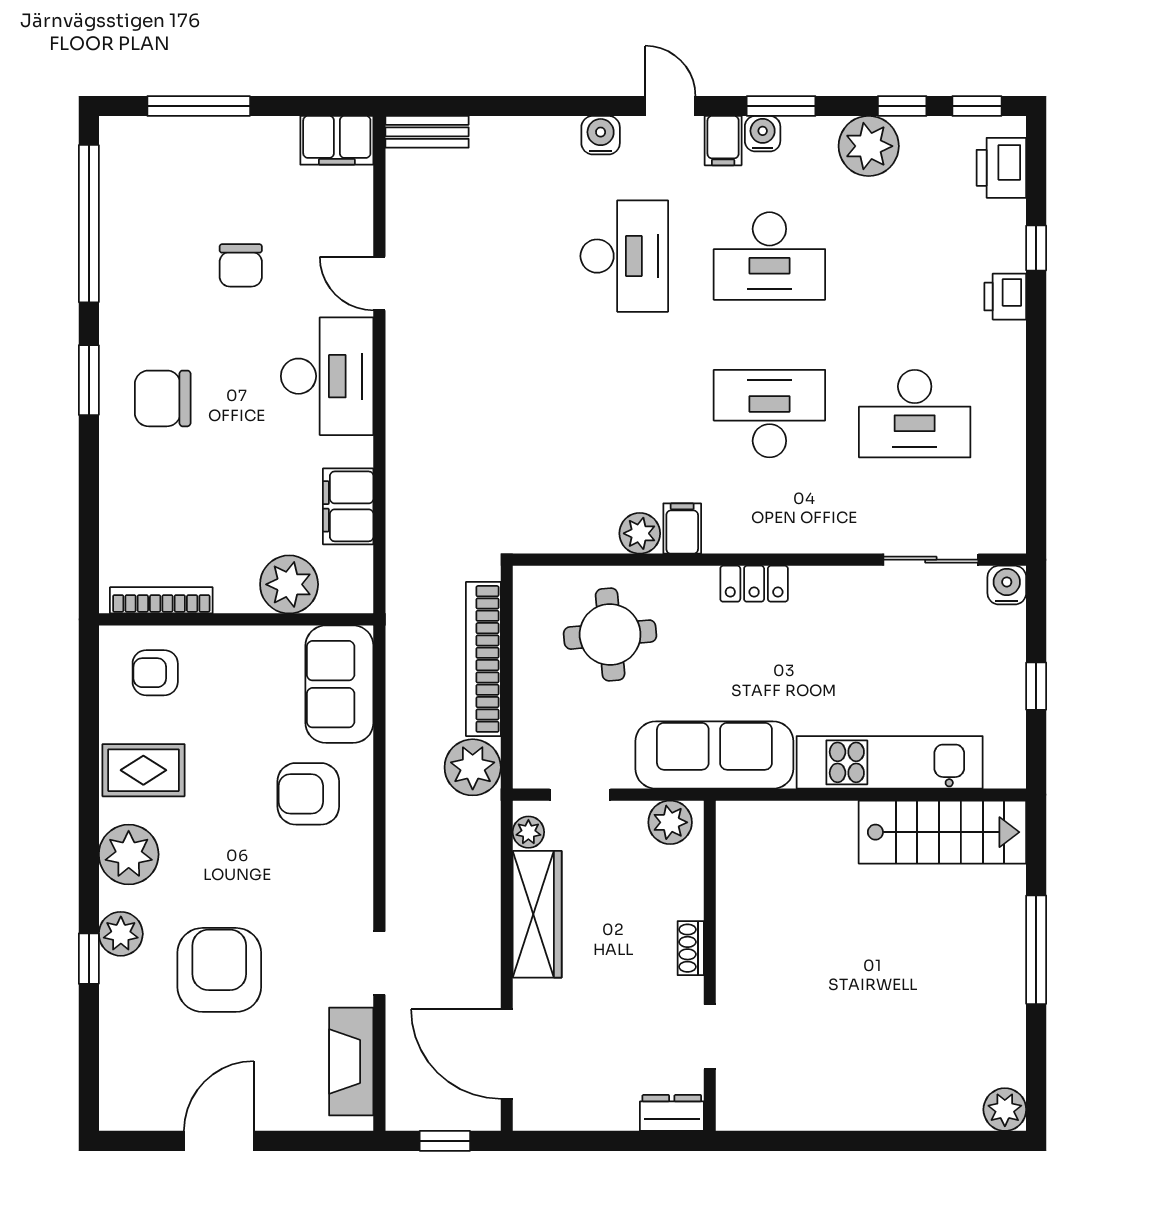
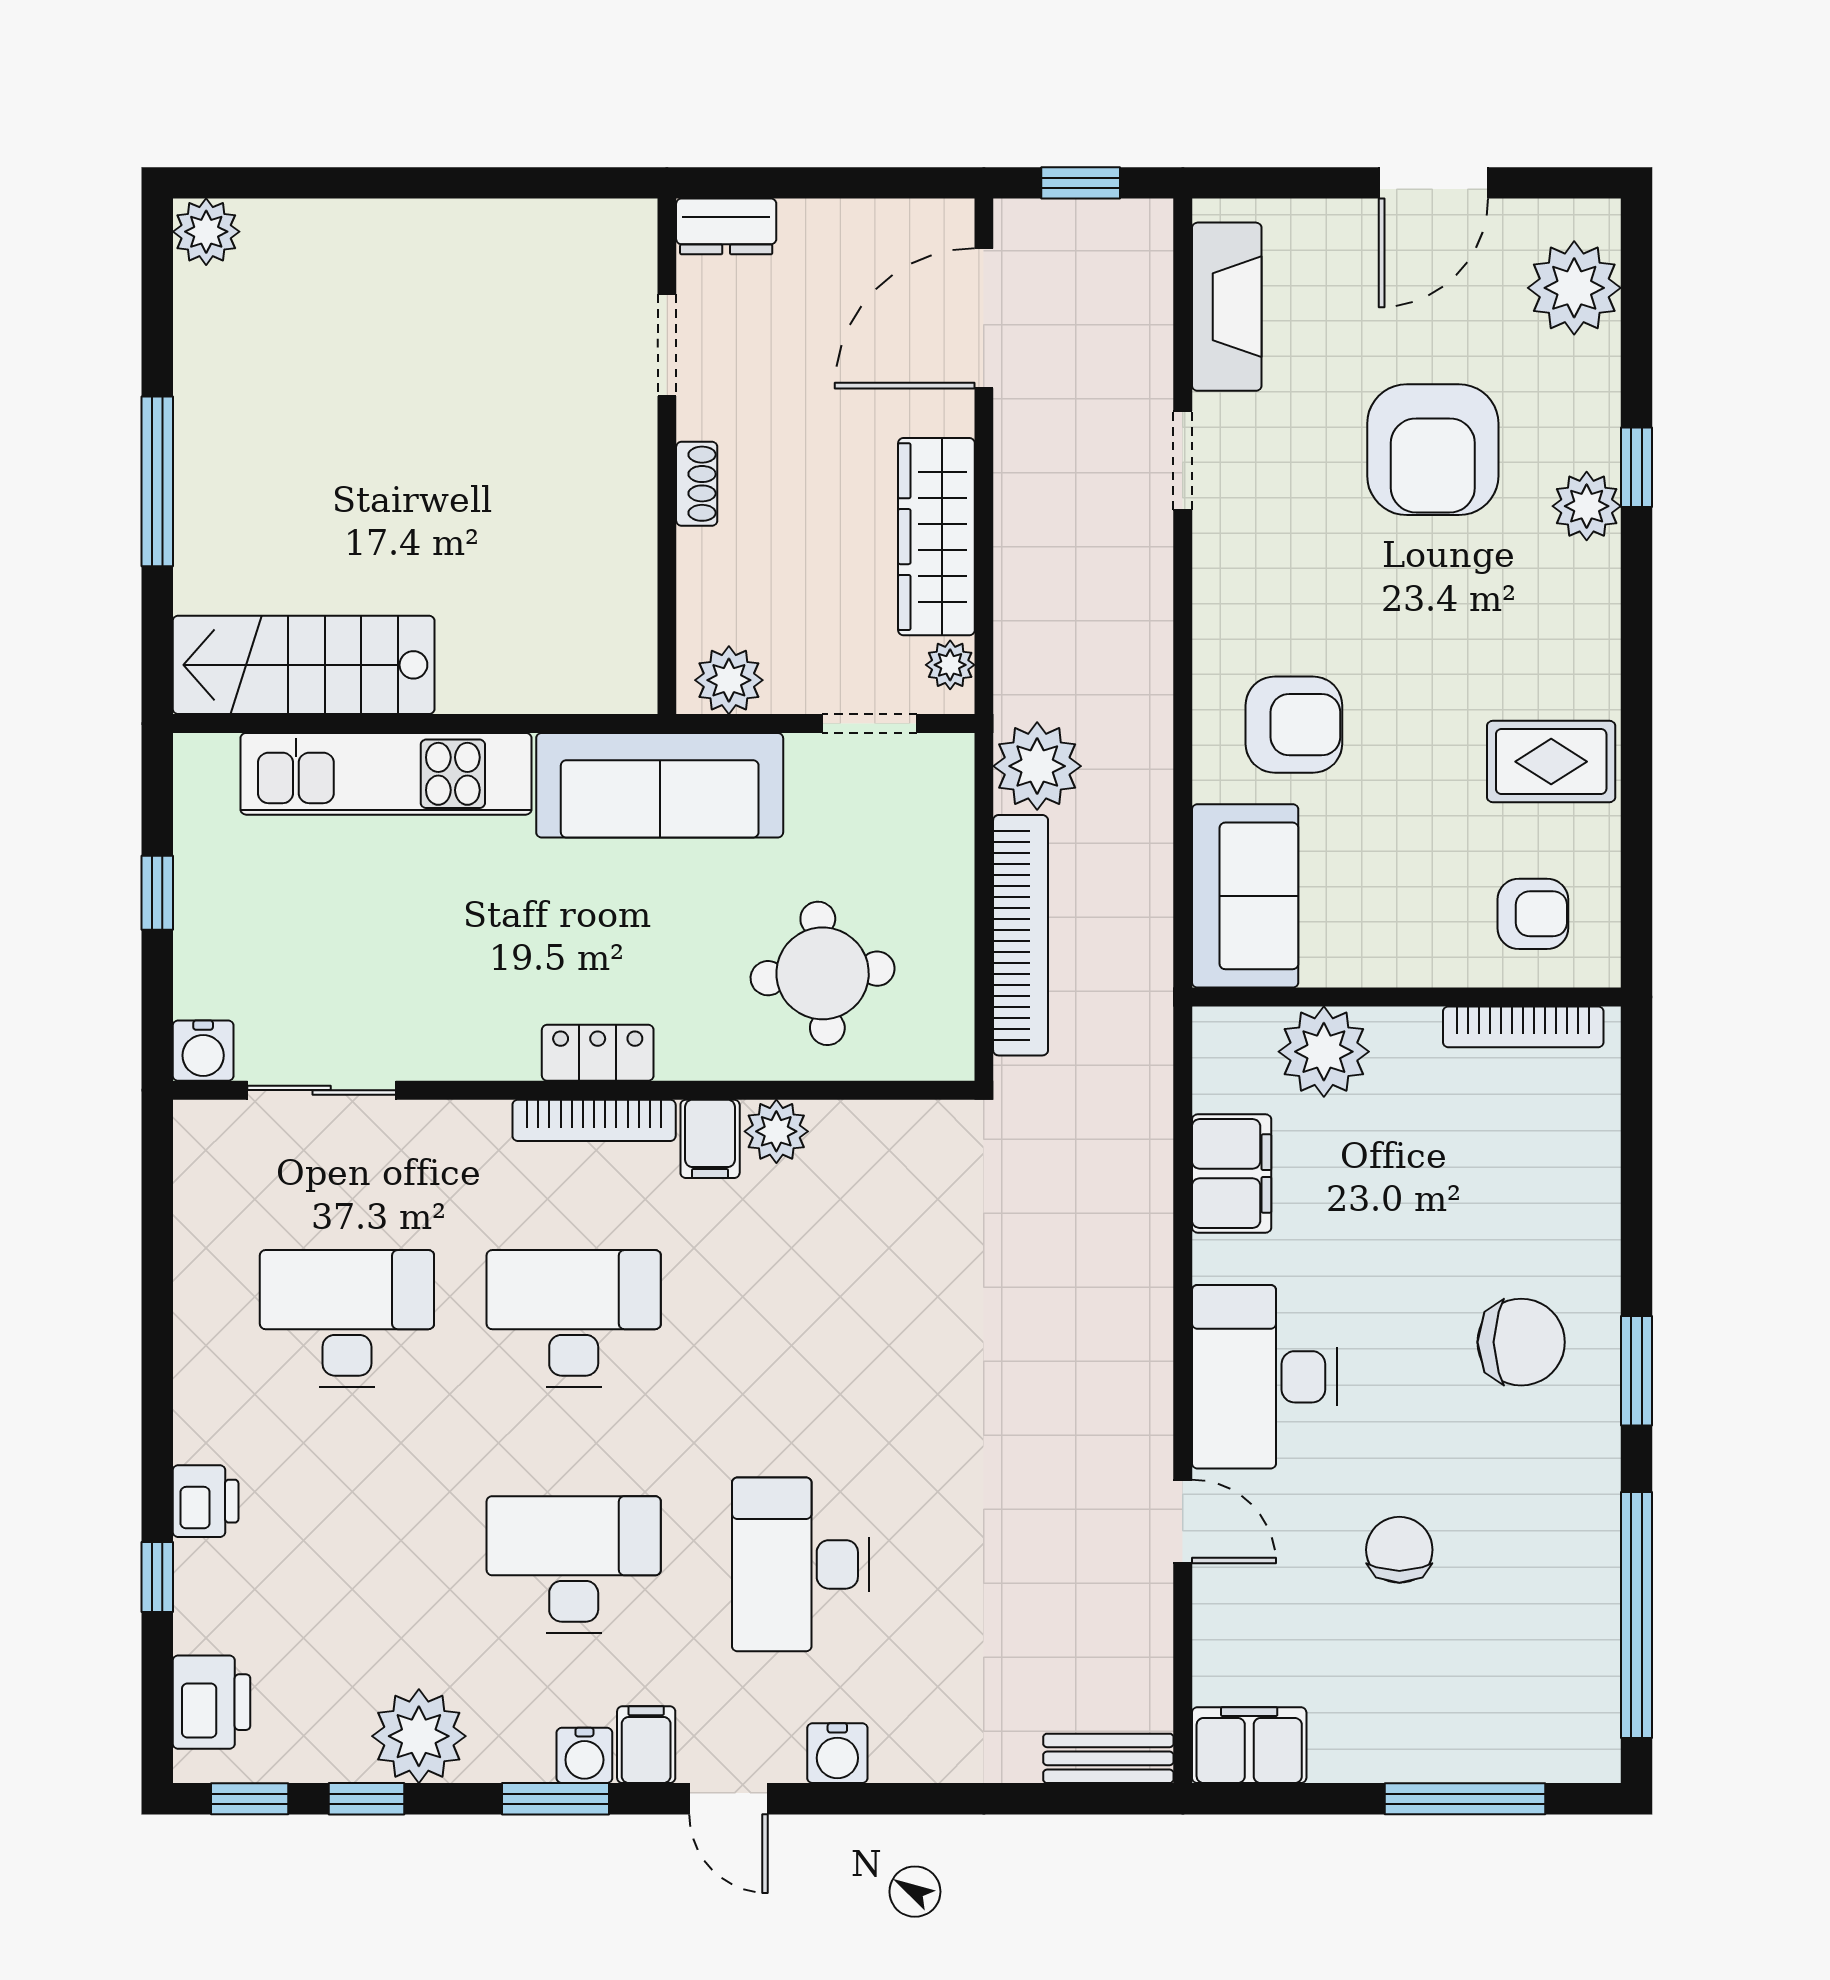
desk: (769, 414) -> (574, 1318), turned 180
bookcase: (756, 540) -> (594, 1120), added
plant: (129, 854) -> (1574, 288), moved
door: (507, 1054) -> (984, 318), swing flipped

